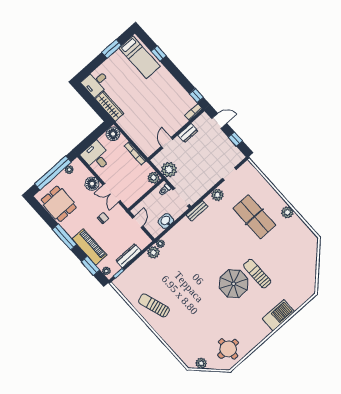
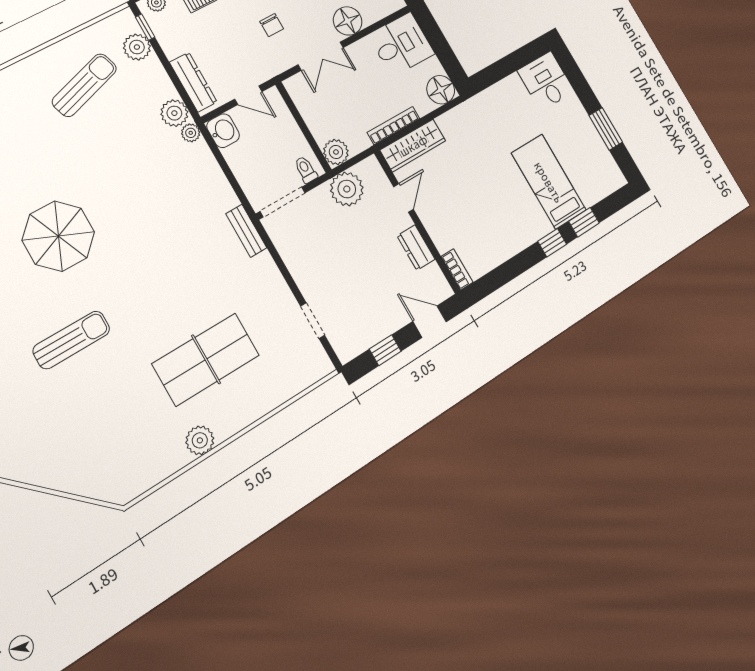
bed: (140, 57) -> (549, 182), moved, turned 90
window: (196, 96) -> (552, 243), moved
wardrobe: (110, 106) -> (413, 145), moved
door: (219, 121) -> (430, 322), swing flipped
door: (167, 143) -> (403, 198), hinge flipped
double door: (112, 193) -> (321, 56), swing flipped
plant: (217, 195) -> (137, 47), moved
washbasin: (166, 221) -> (223, 131), moved
dresser: (128, 256) -> (193, 82), moved
parasol: (234, 284) -> (58, 236), moved
sun lounger: (154, 305) -> (84, 85), moved

